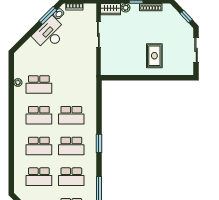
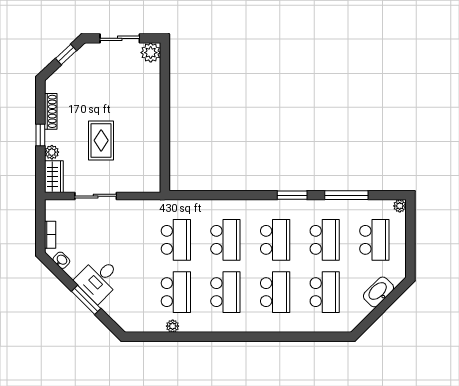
window: (48, 15) -> (86, 300), moved
desk: (50, 34) -> (99, 279), width x0.73
rug: (154, 56) -> (101, 140), moved, turned 90
plant: (187, 69) -> (151, 53), added
school desk: (71, 84) -> (176, 240), added
window: (99, 143) -> (292, 195), moved

